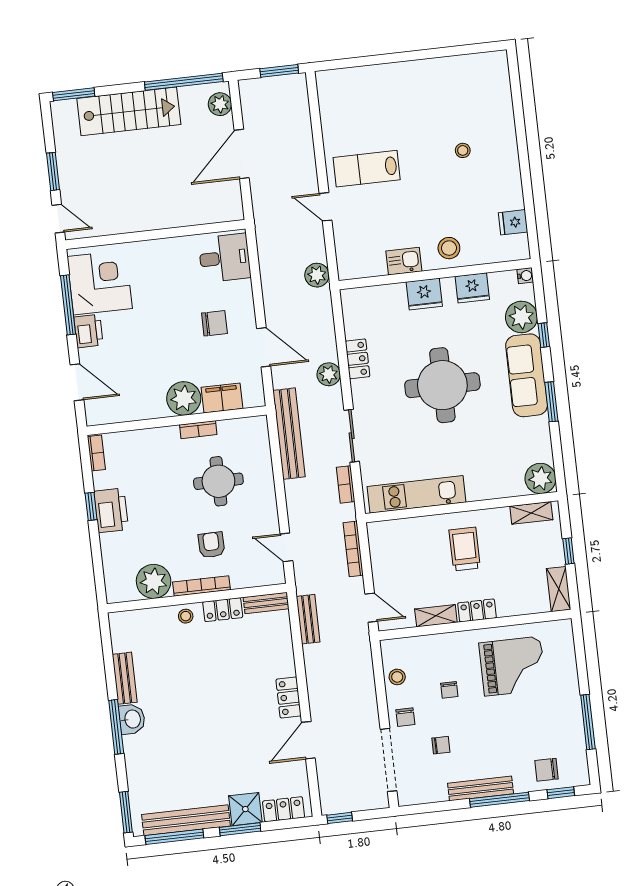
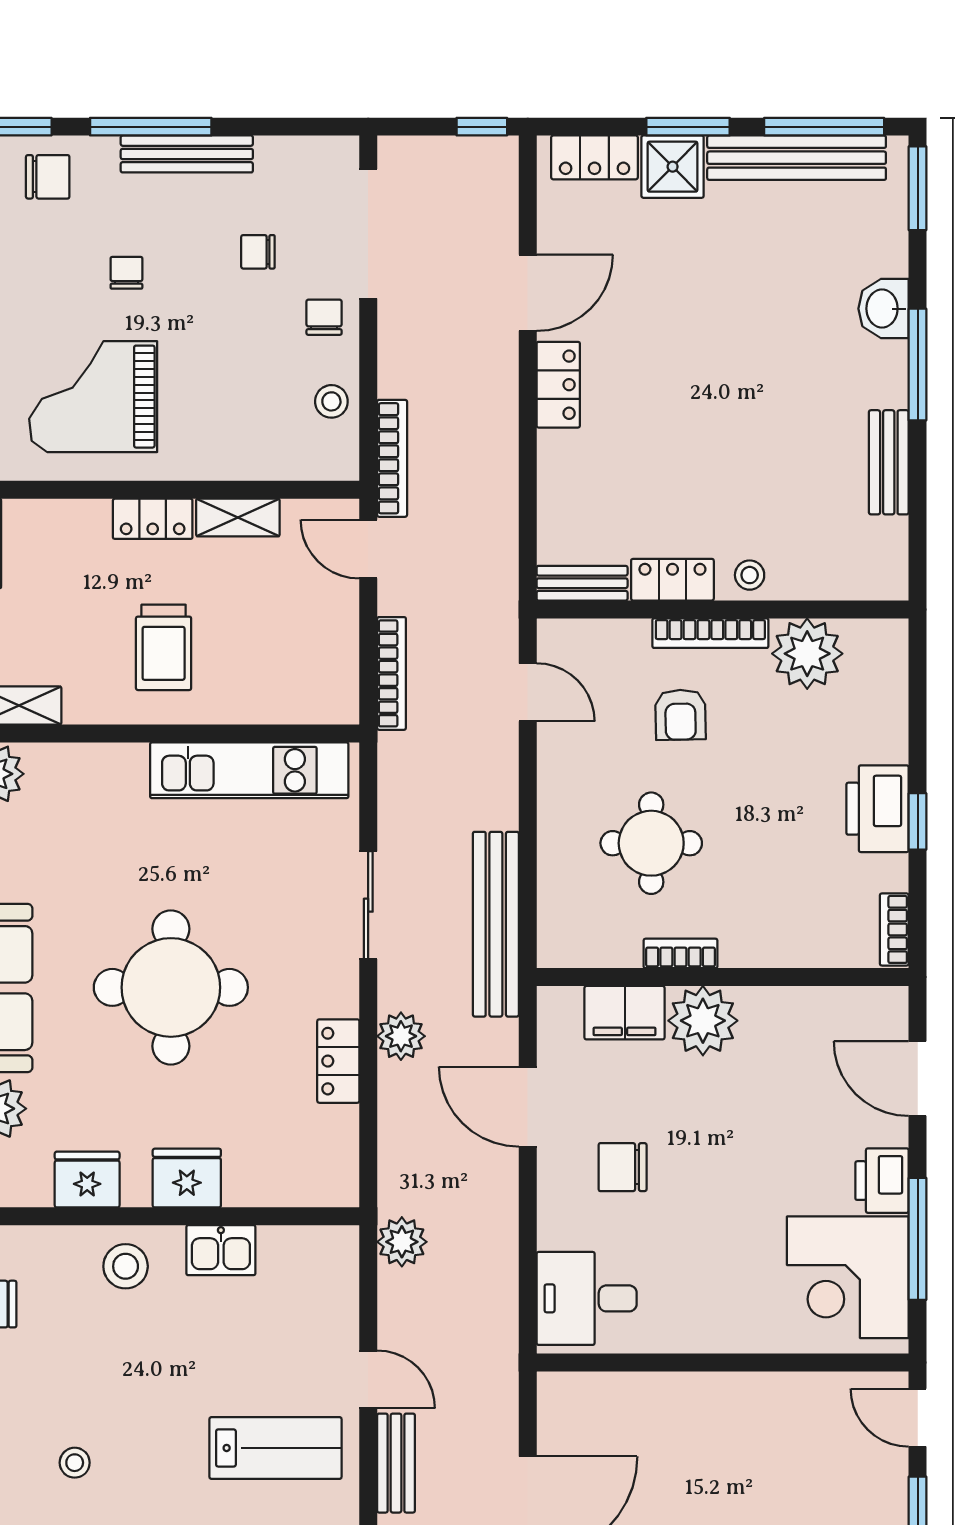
bookcase: (346, 484) -> (392, 458), moved, width x1.56
bench: (308, 619) -> (396, 1463), moved
chair: (449, 690) -> (126, 273), moved
washbasin: (132, 719) -> (884, 309), moved

